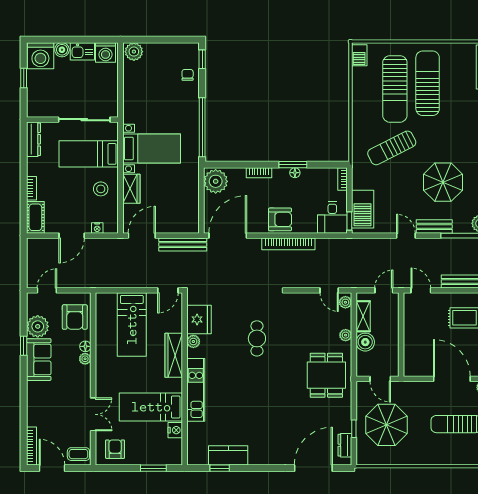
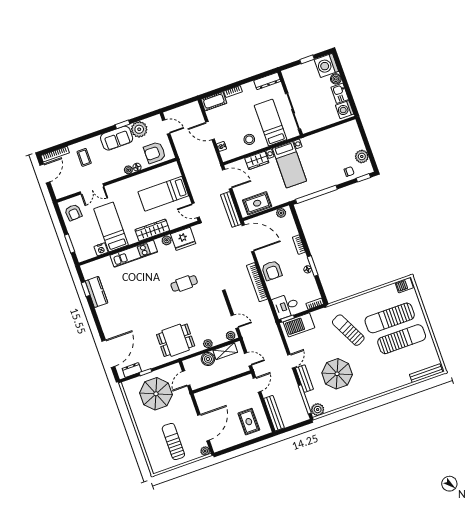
plant: (134, 52) -> (362, 156), moved
plant: (216, 181) -> (281, 213), width x0.53, depth x0.53
rug: (187, 208) -> (257, 203), added
door: (329, 290) -> (235, 322), swing flipped
armchair: (115, 449) -> (73, 212), turned 86
coffee table: (78, 454) -> (84, 157), moved
door: (313, 468) -> (108, 354), hinge flipped

